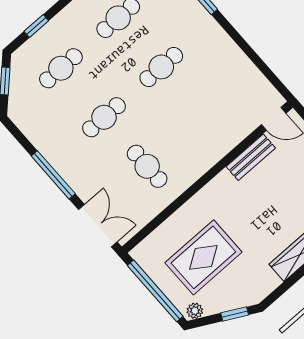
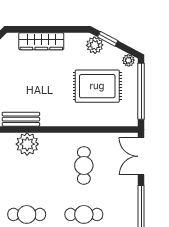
plant: (223, 138) -> (27, 144), added
plant: (242, 296) -> (95, 45), added

